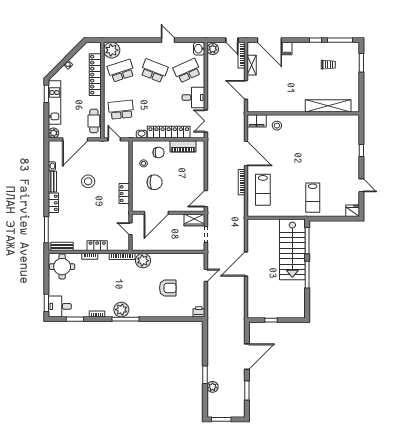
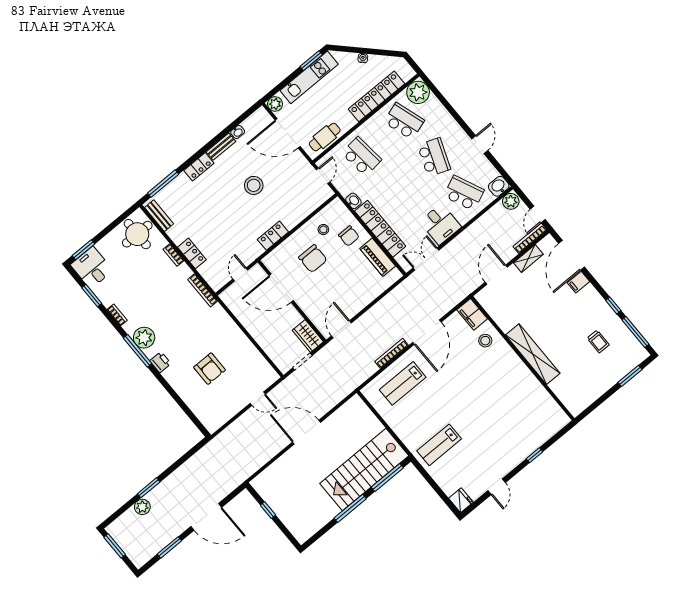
shelving: (328, 106) -> (533, 354), moved
door: (206, 199) -> (341, 329), hinge flipped
plant: (143, 261) -> (217, 317), removed
printer: (199, 312) -> (160, 362), moved

